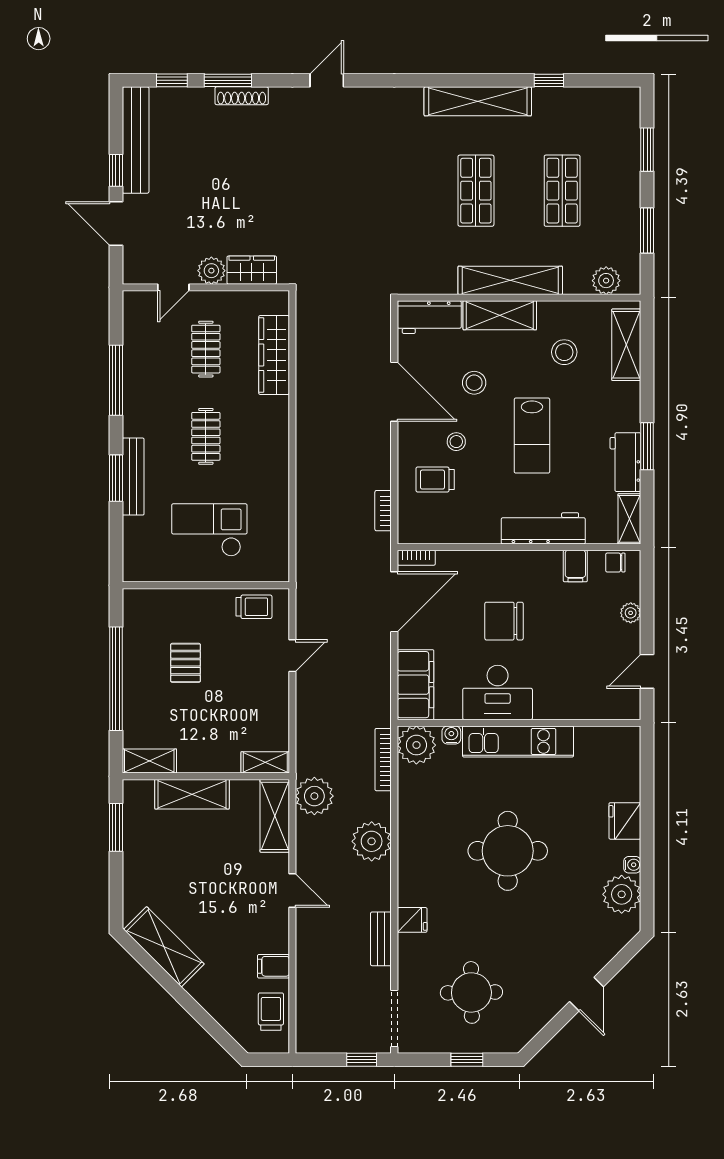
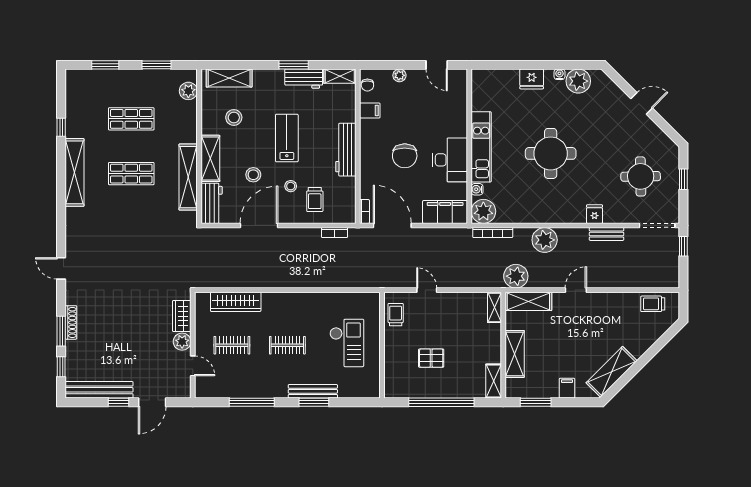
shelving: (510, 280) -> (188, 177), moved
lab bench: (532, 436) -> (287, 138), turned -90
workbench: (543, 528) -> (346, 150), moved
checkout: (209, 530) -> (347, 343), turned 180
filing cabinet: (273, 966) -> (567, 388), moved, turned 180

